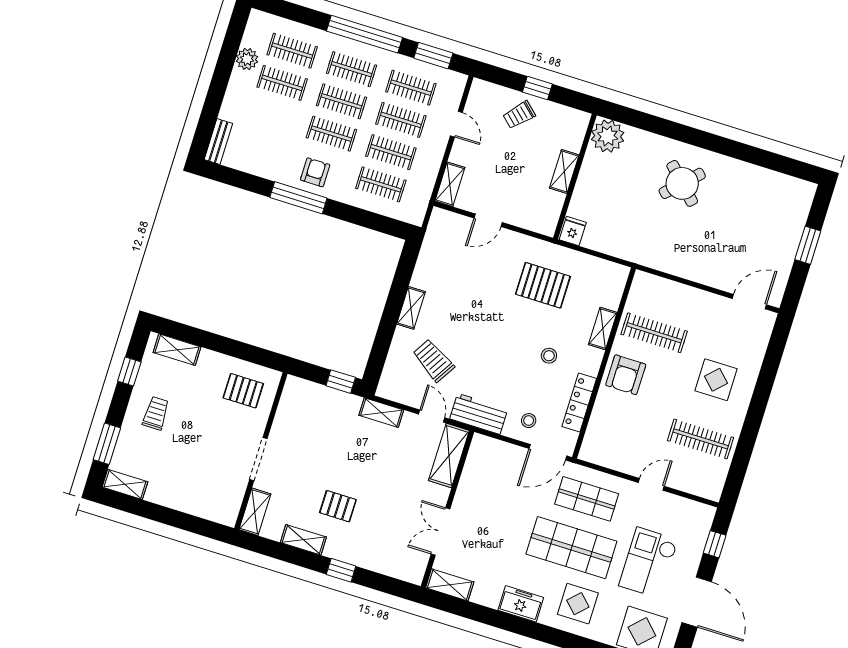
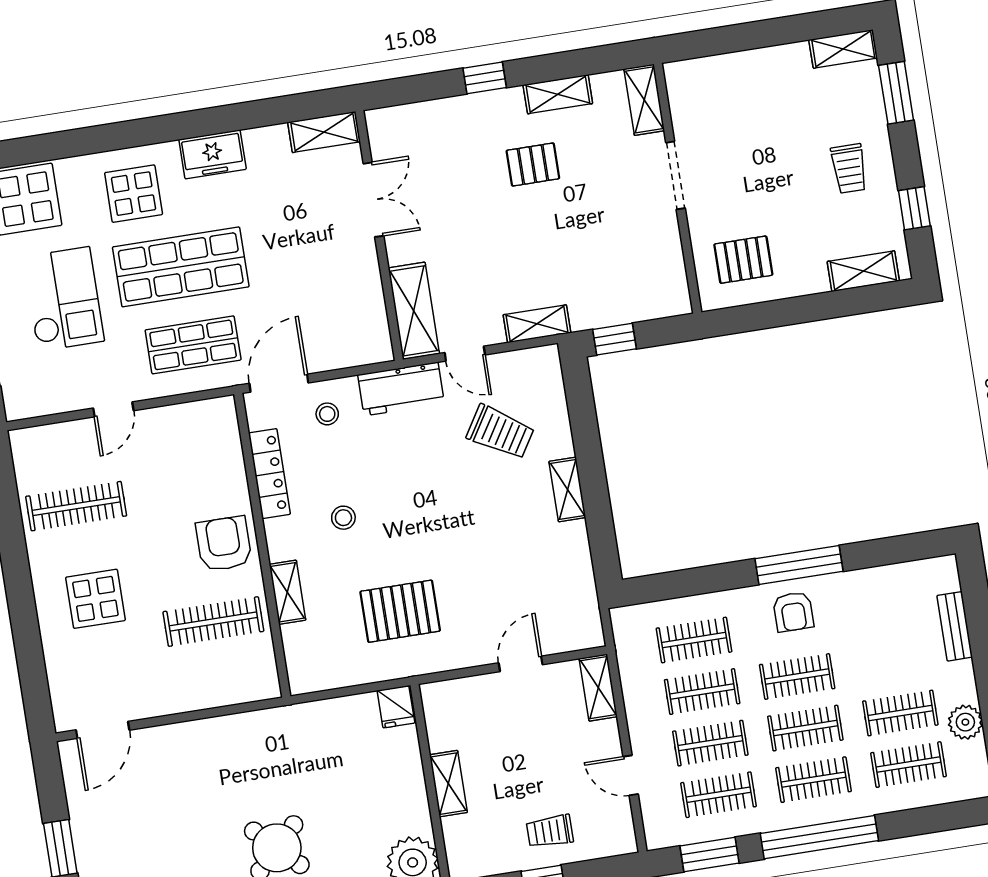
trolley: (519, 115) -> (550, 831), turned -133
bench: (218, 142) -> (955, 626), moved

